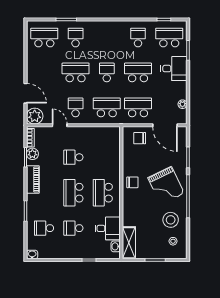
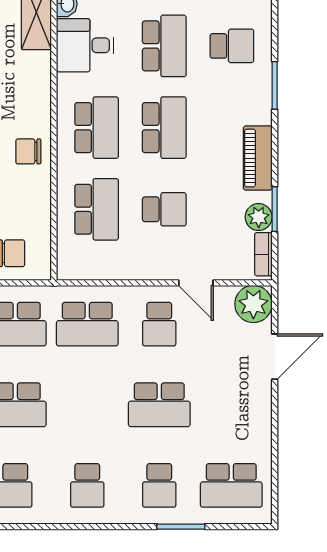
school desk: (107, 72) -> (87, 485), moved
door: (26, 93) -> (275, 357), swing flipped
school desk: (103, 157) -> (97, 209), added
school desk: (73, 228) -> (164, 46), width x1.85

